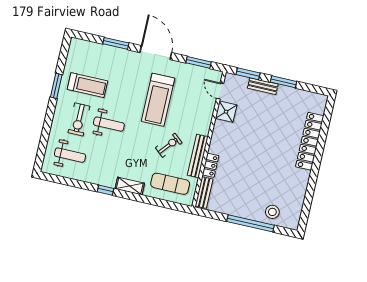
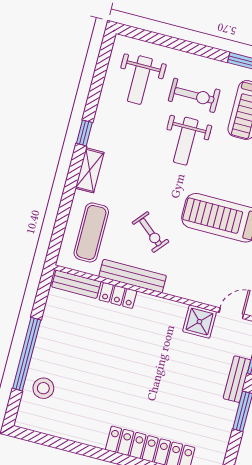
exercise bike: (79, 119) -> (194, 95), turned 180

